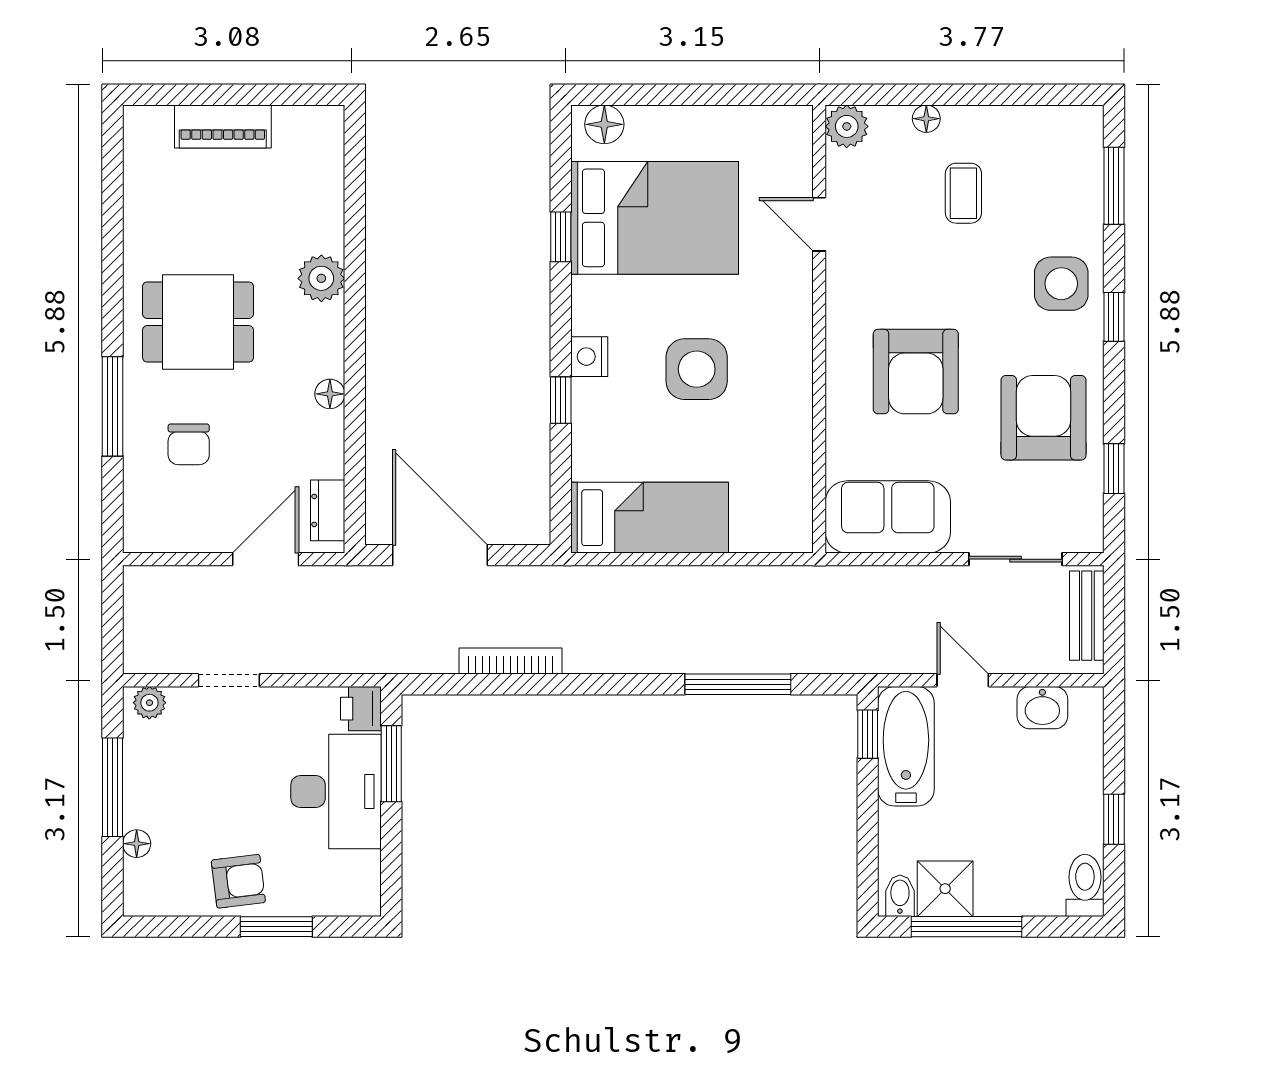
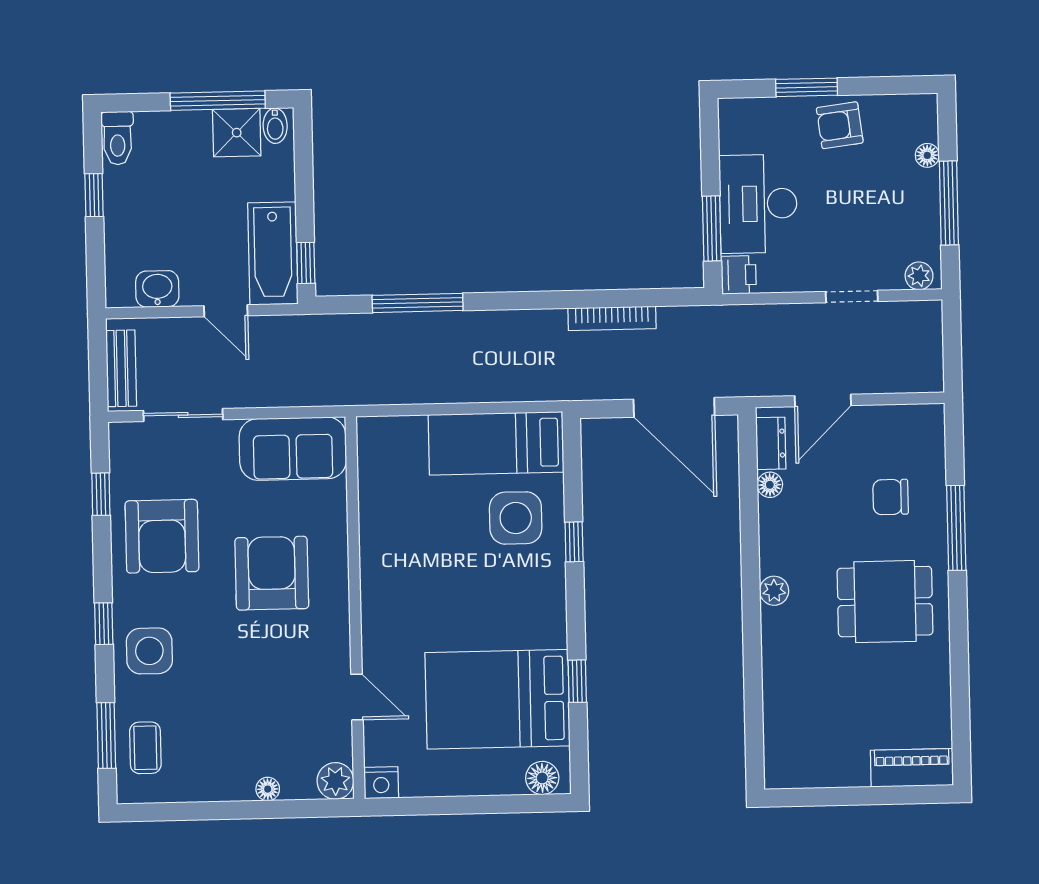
piano: (223, 126) -> (912, 768), moved
coffee table: (963, 193) -> (145, 748), moved
plant: (321, 278) -> (774, 591), moved, width x0.73, depth x0.73
nightstand: (589, 357) -> (381, 783), moved, turned 90
side table: (697, 369) -> (516, 518), moved
floor lamp: (330, 394) -> (770, 485), moved
chair: (189, 444) -> (891, 497), turned -90

